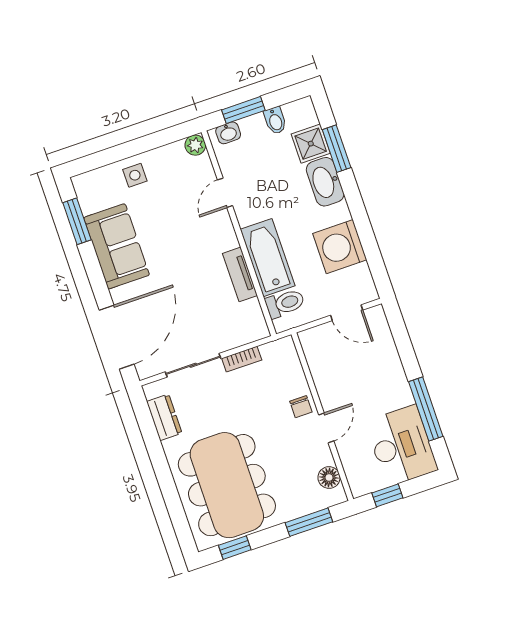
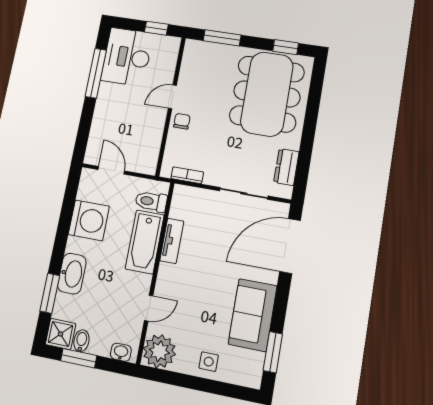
window: (243, 110) -> (79, 358), moved
shower: (311, 144) -> (61, 334), moved
plant: (195, 145) -> (159, 351), width x1.87, depth x1.87
bookcase: (242, 359) -> (187, 175), moved
floor lamp: (329, 478) -> (190, 61), removed

